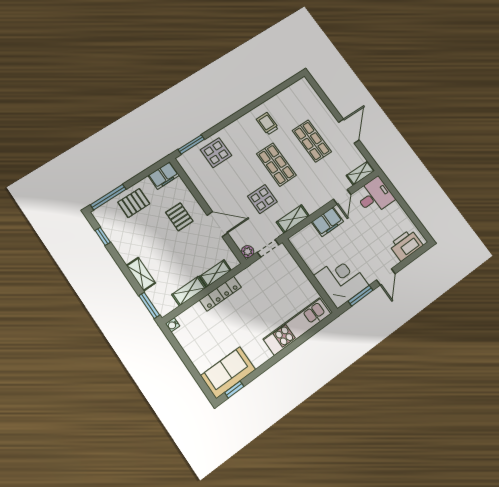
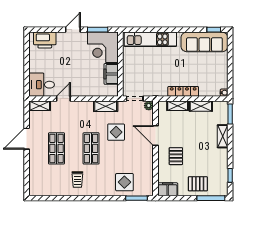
filing cabinet: (327, 222) -> (111, 74), moved, turned -90
sofa: (228, 373) -> (204, 42), width x1.36

